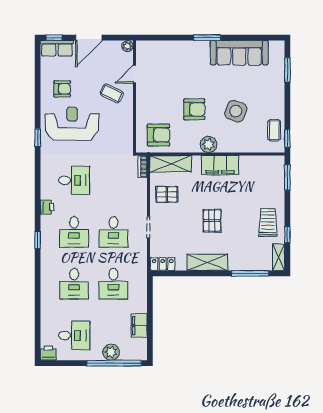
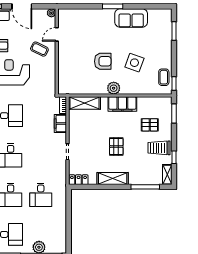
door: (89, 38) -> (22, 6), hinge flipped
sofa: (239, 53) -> (131, 18), width x0.73
armchair: (159, 135) -> (75, 81), removed
pallet: (167, 194) -> (150, 125), moved
trolley: (268, 222) -> (159, 148), turned -90
desk: (113, 232) -> (41, 155), removed
filing cabinet: (139, 326) -> (60, 124), moved

